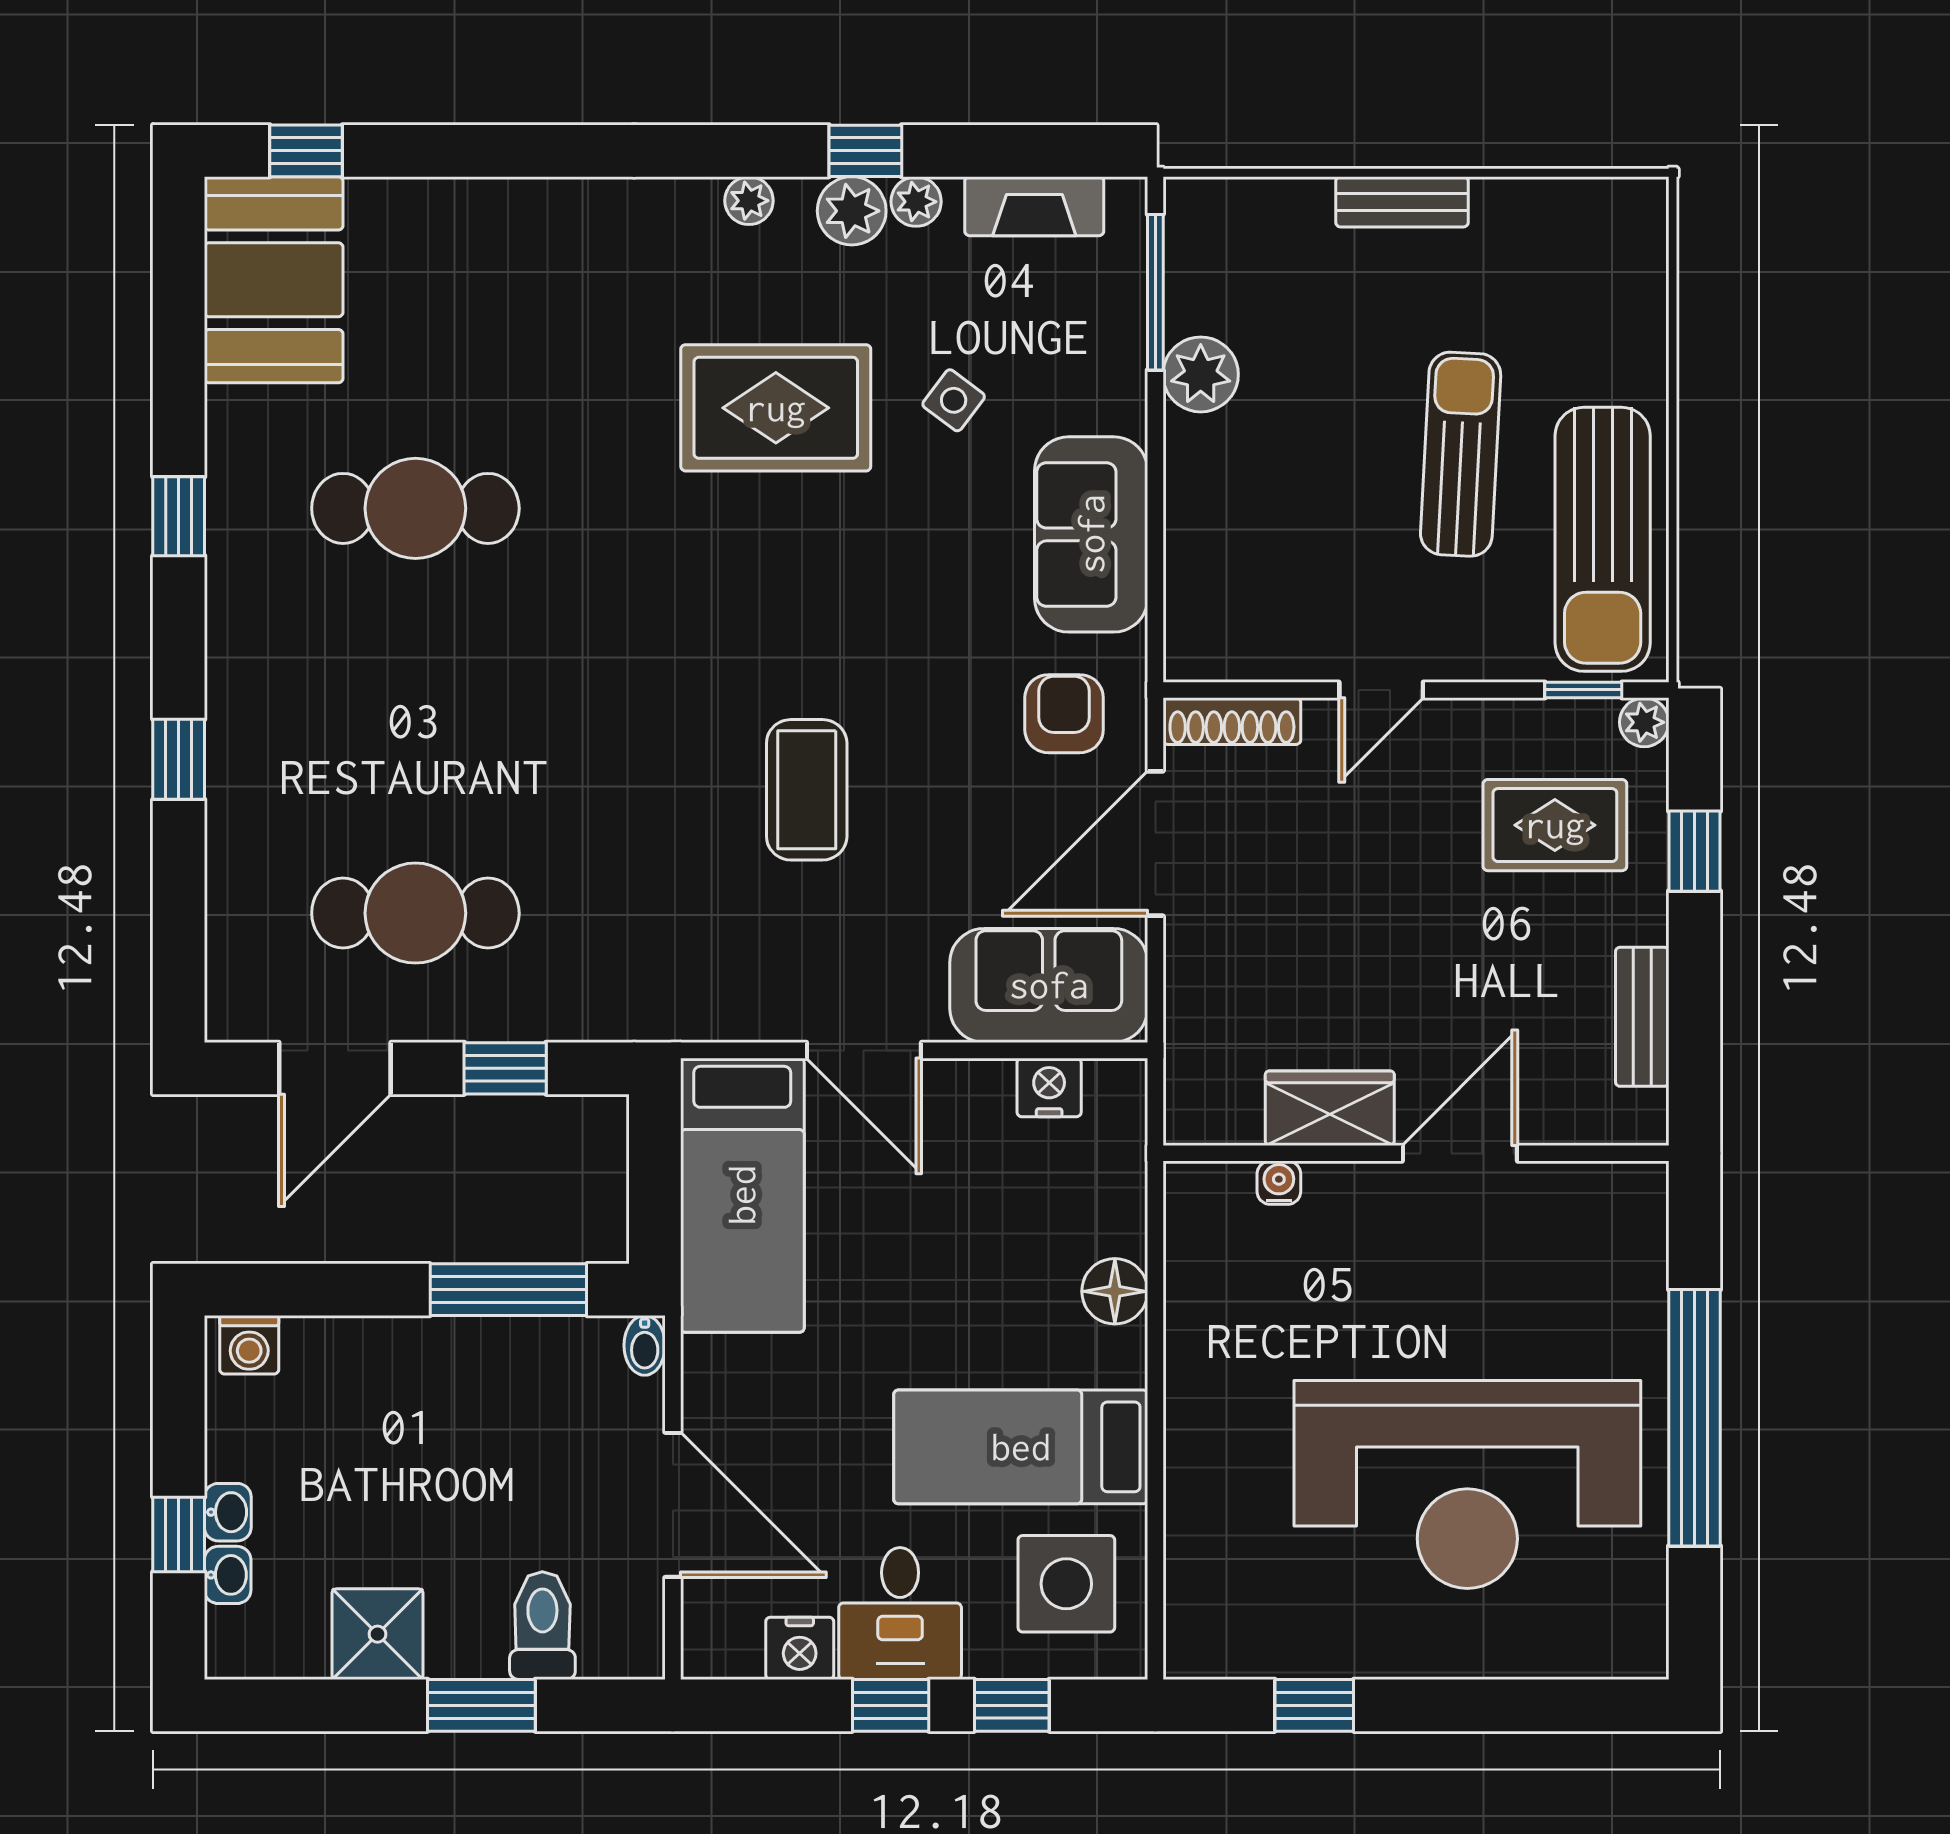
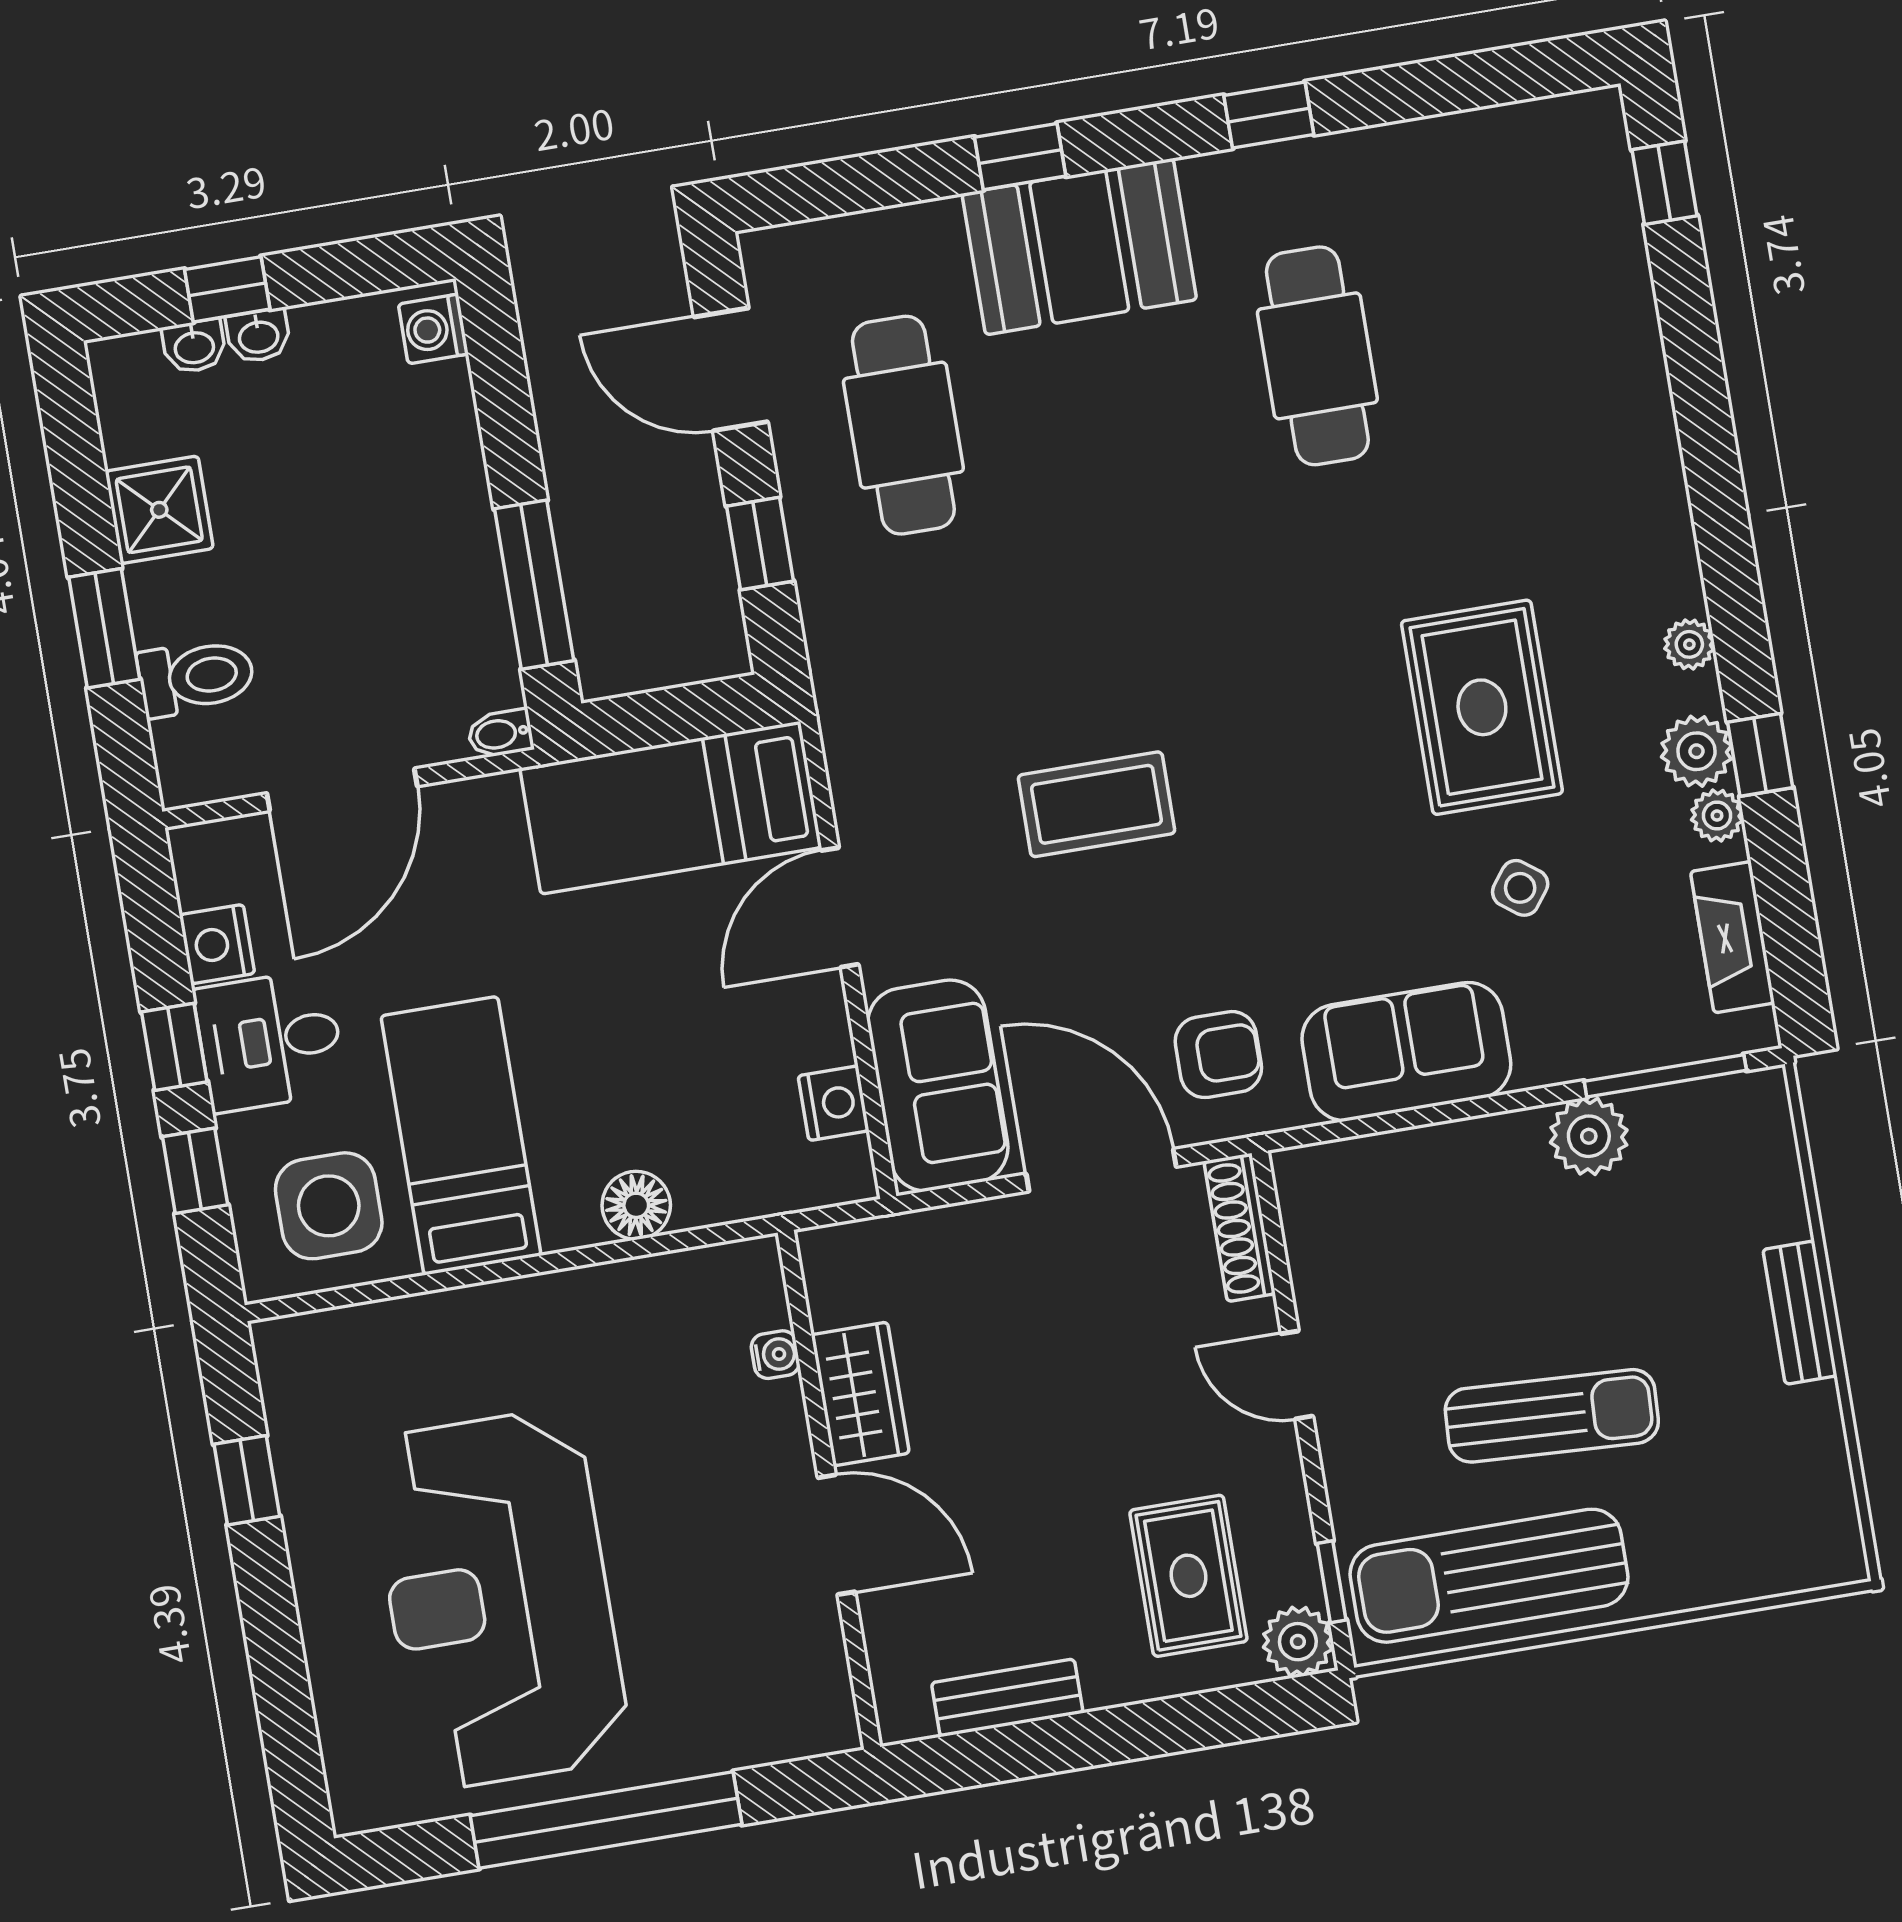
booth: (274, 280) -> (1079, 247), moved
plant: (1644, 722) -> (1298, 1642), width x1.38, depth x1.38
window: (1694, 851) -> (1186, 1723), removed

